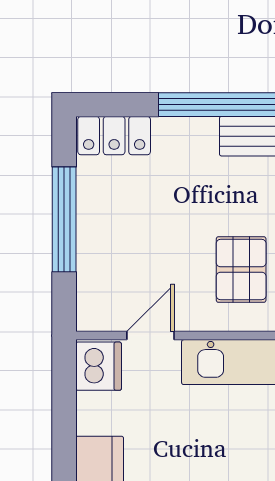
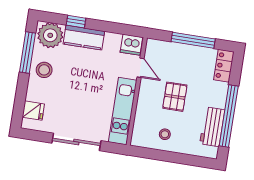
pallet: (241, 270) -> (175, 97), moved, turned 90

